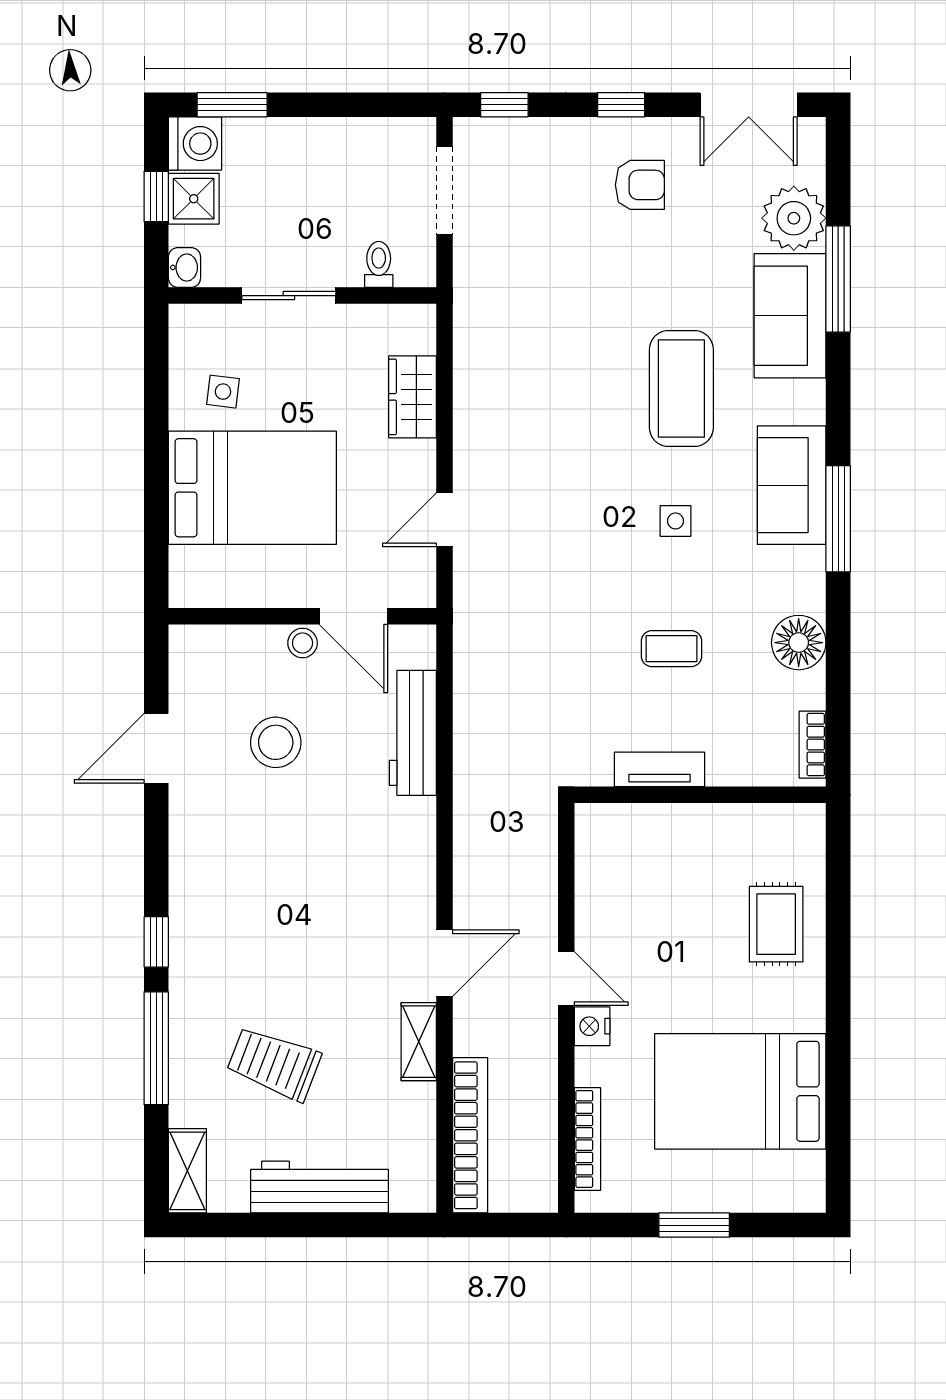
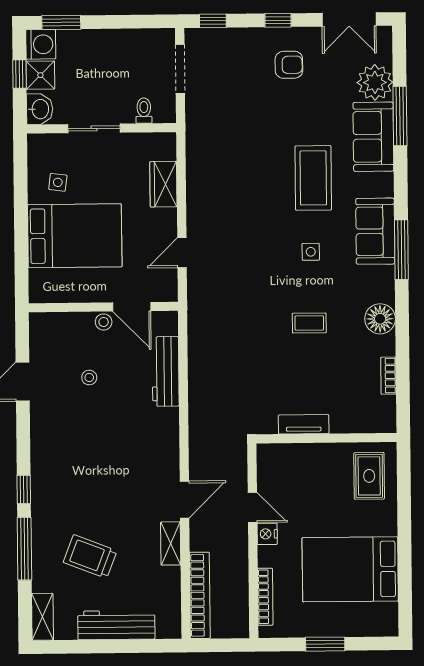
washbasin: (184, 267) -> (40, 109), width x1.38, depth x1.45
stool: (276, 742) -> (89, 378), width x0.53, depth x0.53
tv unit: (659, 769) -> (304, 424), moved
wall: (700, 795) -> (326, 438), moved

